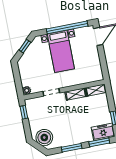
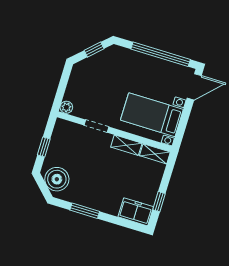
bed with nightstands: (61, 51) -> (152, 115), moved, turned 90
window: (24, 112) -> (44, 147), moved
window: (99, 142) -> (124, 223), removed

